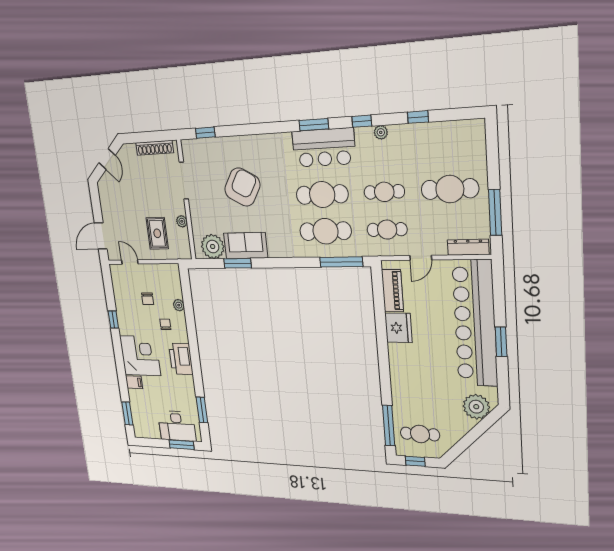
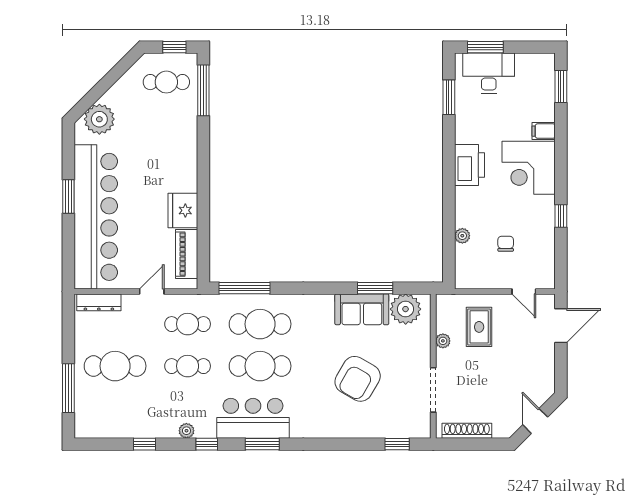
window: (495, 212) -> (68, 388), moved
chair: (165, 324) -> (485, 211), removed

